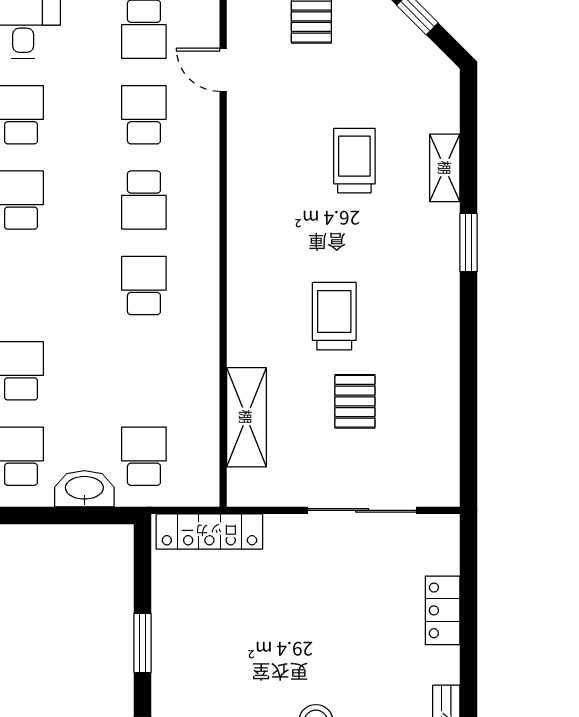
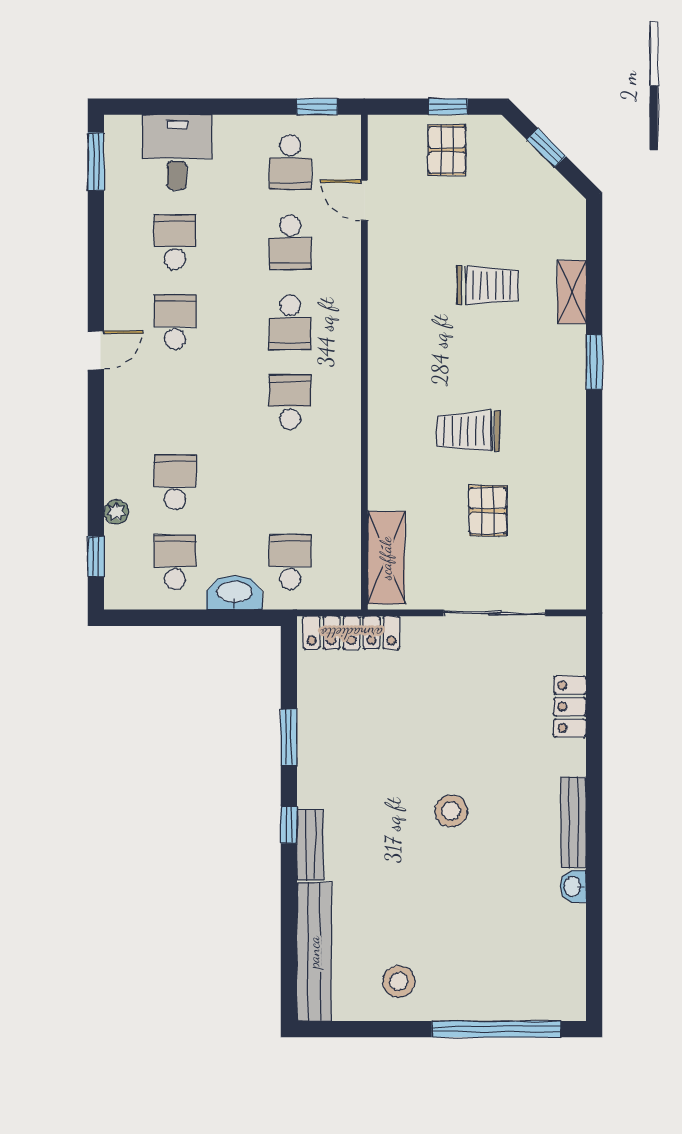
school desk: (144, 115) -> (290, 242), turned 180
trolley: (354, 161) -> (487, 285), turned 90
trolley: (334, 316) -> (468, 431), turned -90
shelving: (246, 417) -> (386, 558), moved

